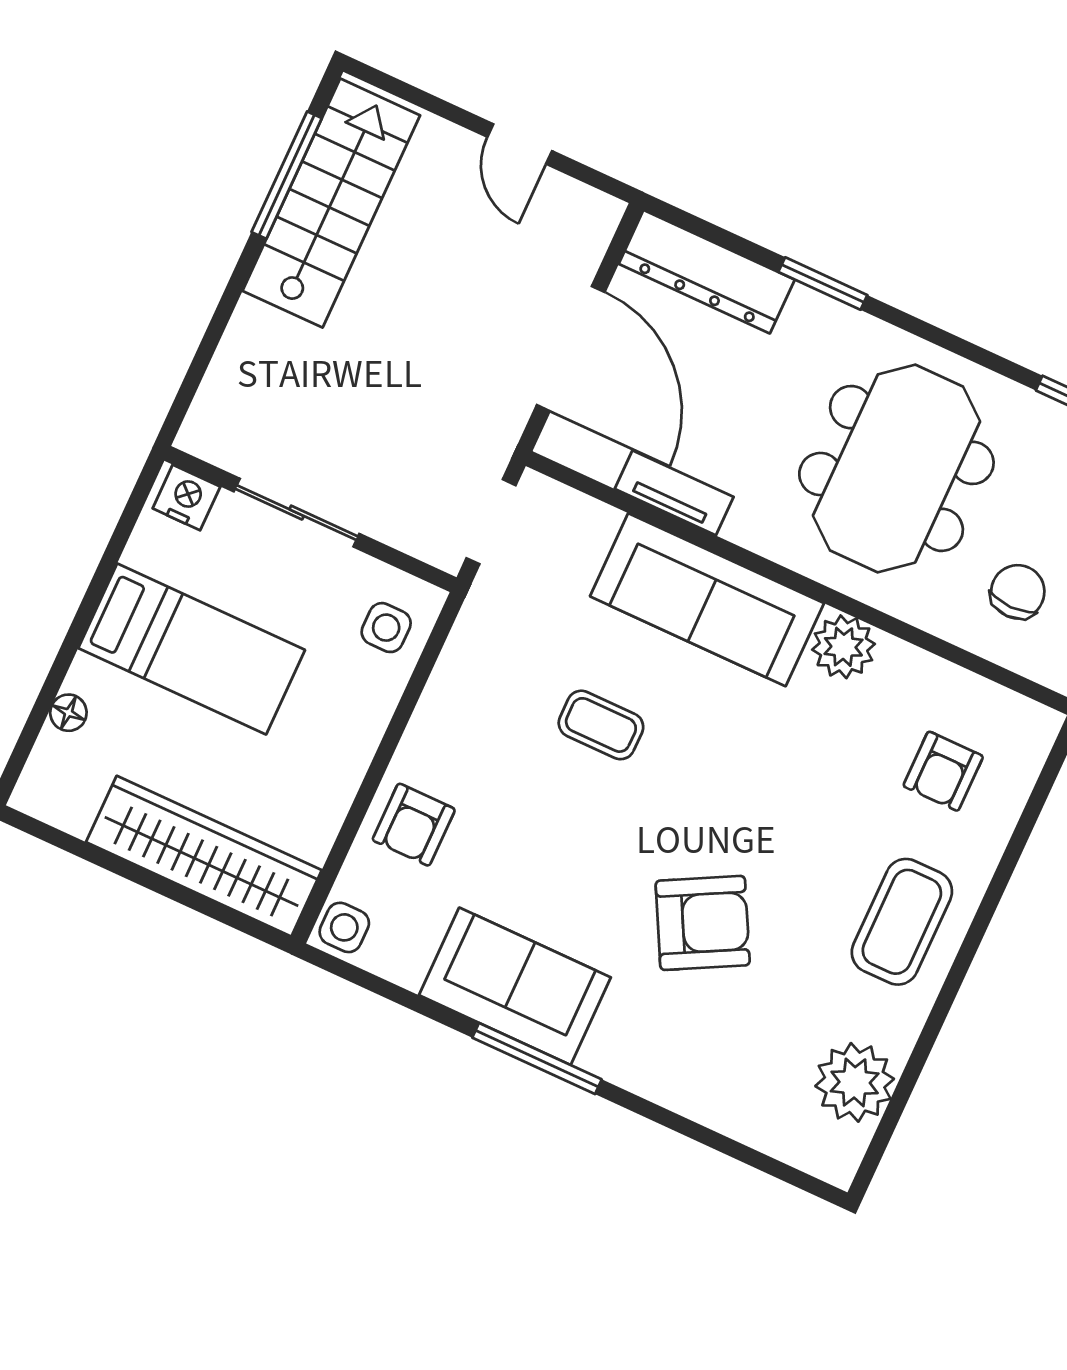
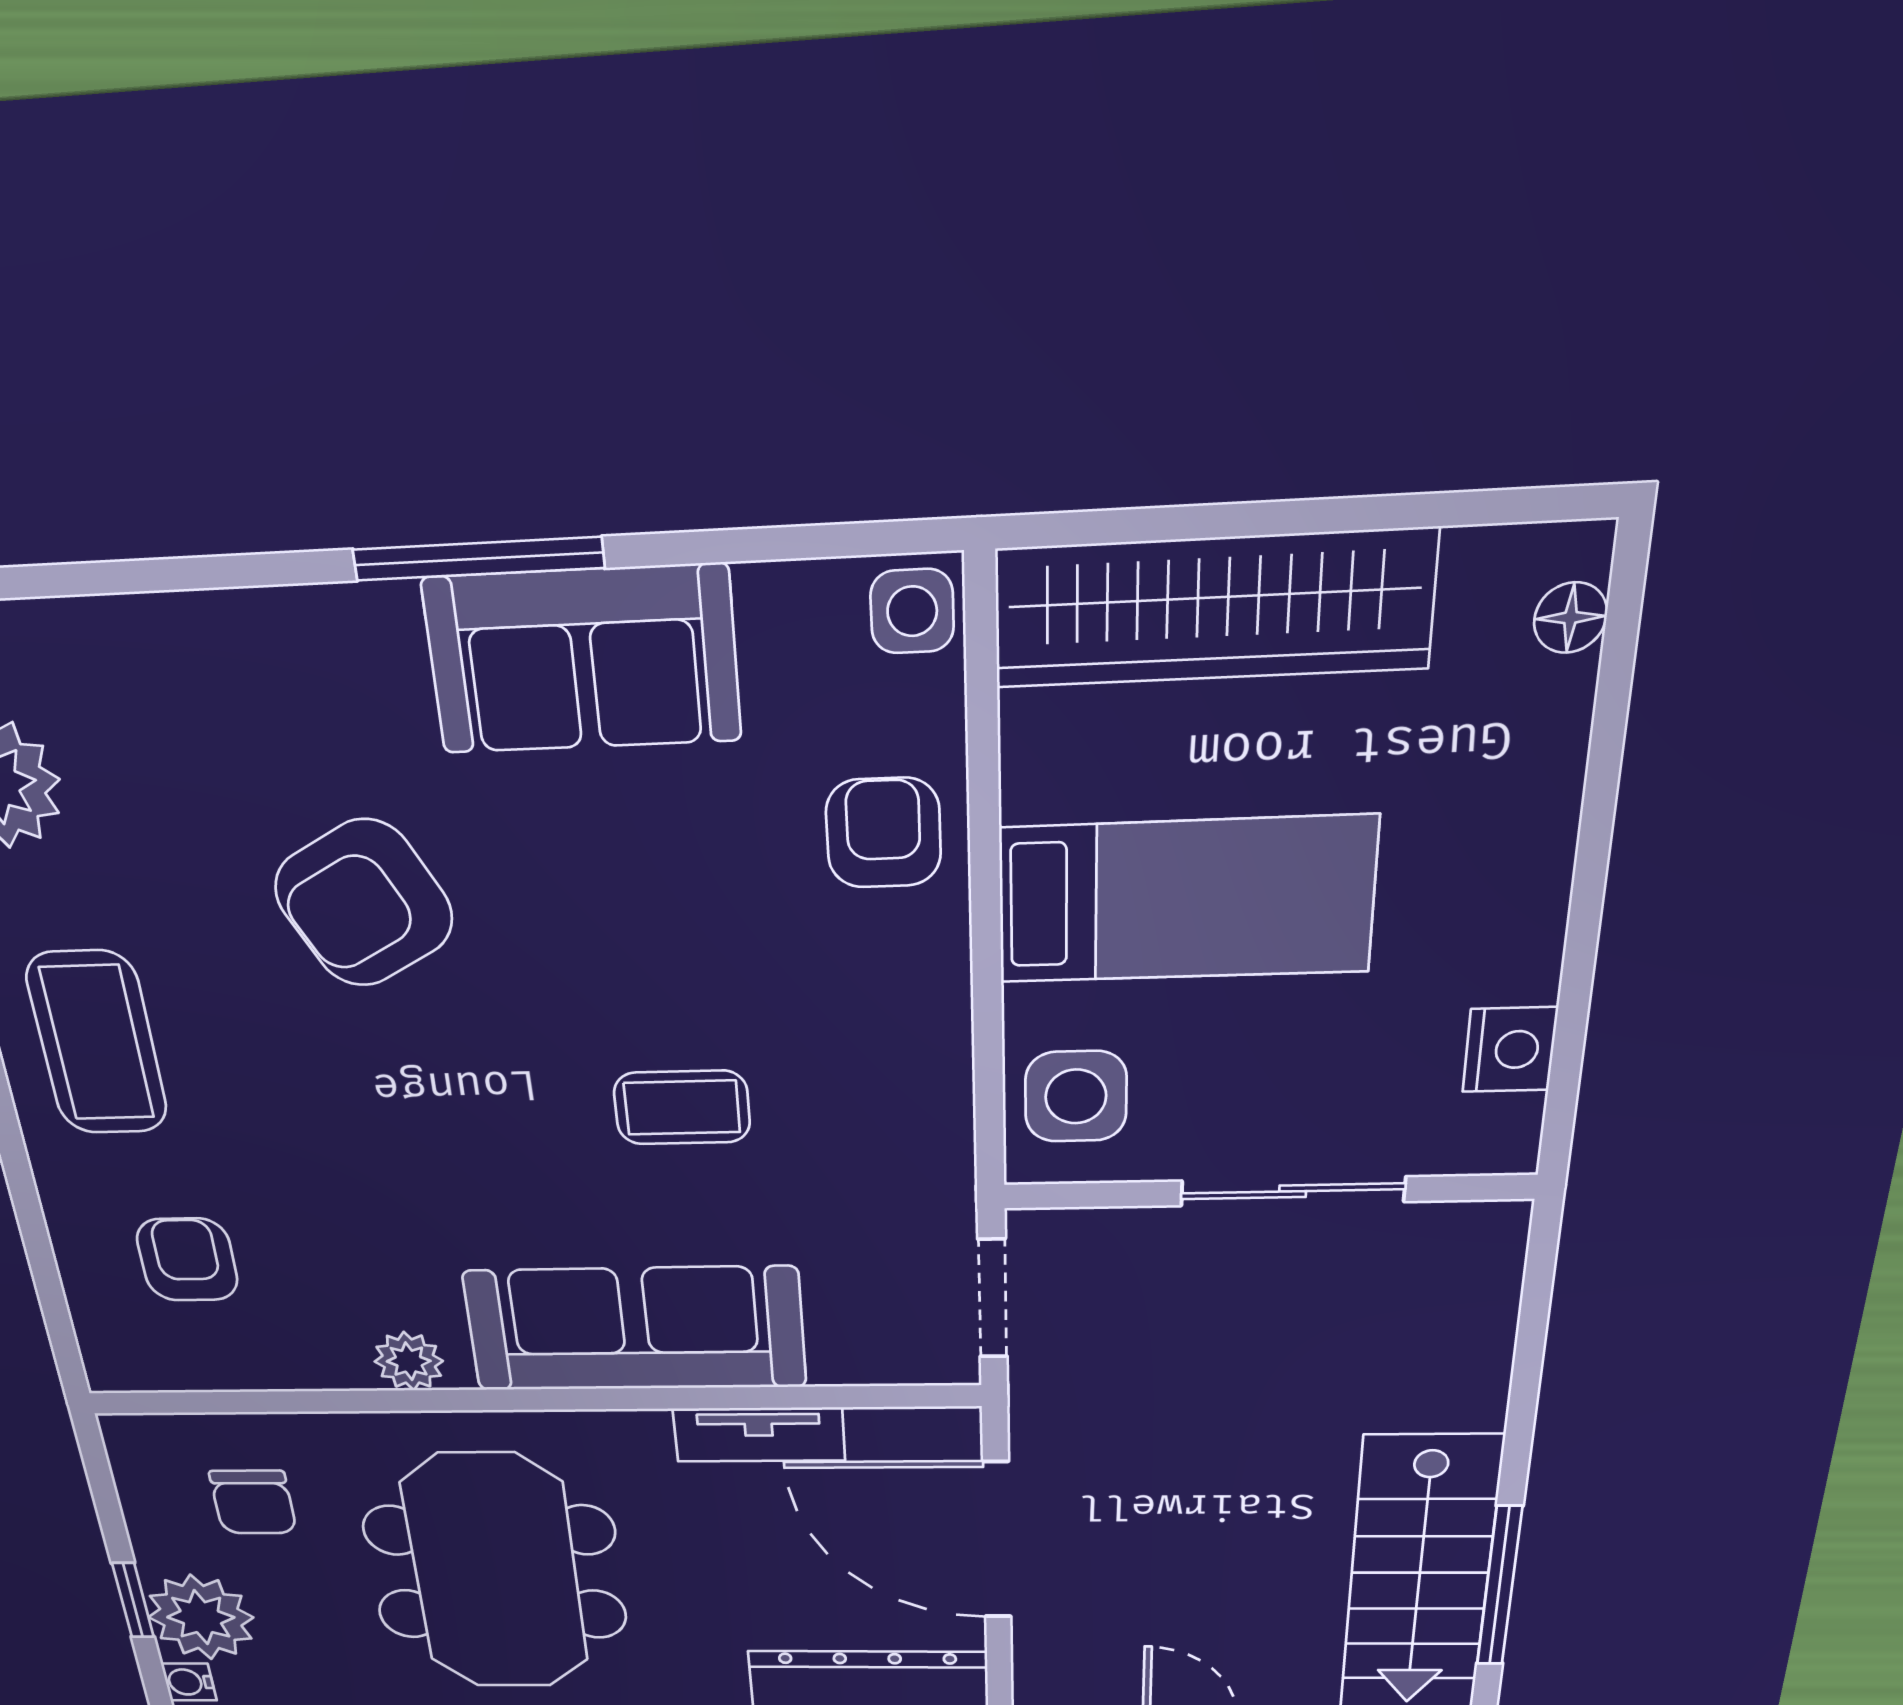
nightstand: (186, 497) -> (1510, 1050), moved, turned -90
side table: (386, 628) -> (1076, 1096), width x1.37, depth x1.37
plant: (843, 647) -> (409, 1361), width x0.73, depth x0.73
bed: (192, 649) -> (1185, 900), moved, turned 180
floor lamp: (68, 713) -> (1571, 618), moved

